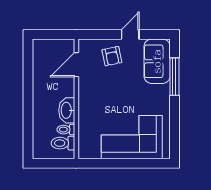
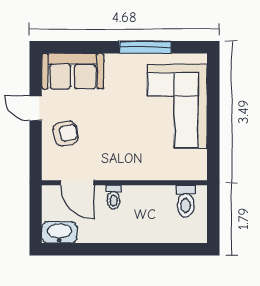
window: (174, 77) -> (145, 47), moved
washbasin: (67, 110) -> (59, 232), moved, turned 180
toilet: (66, 130) -> (114, 197), moved

